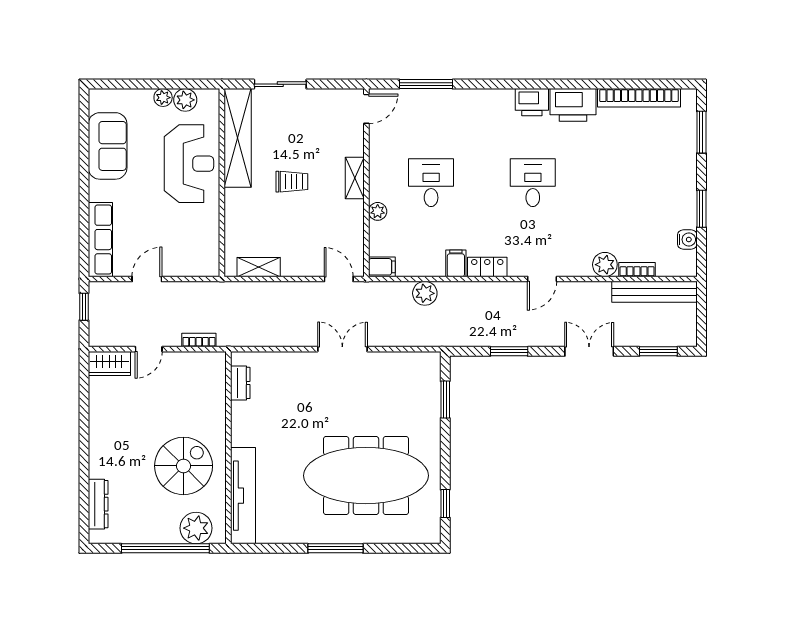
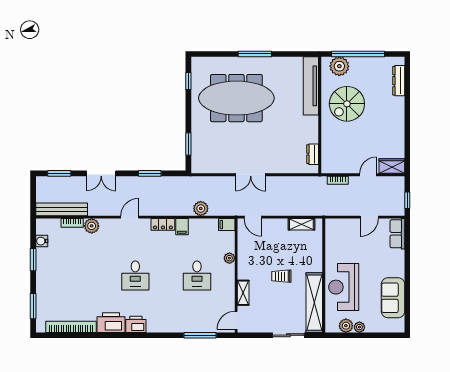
shelving: (355, 178) -> (243, 293), moved
row of seats: (100, 240) -> (397, 234), width x0.68

